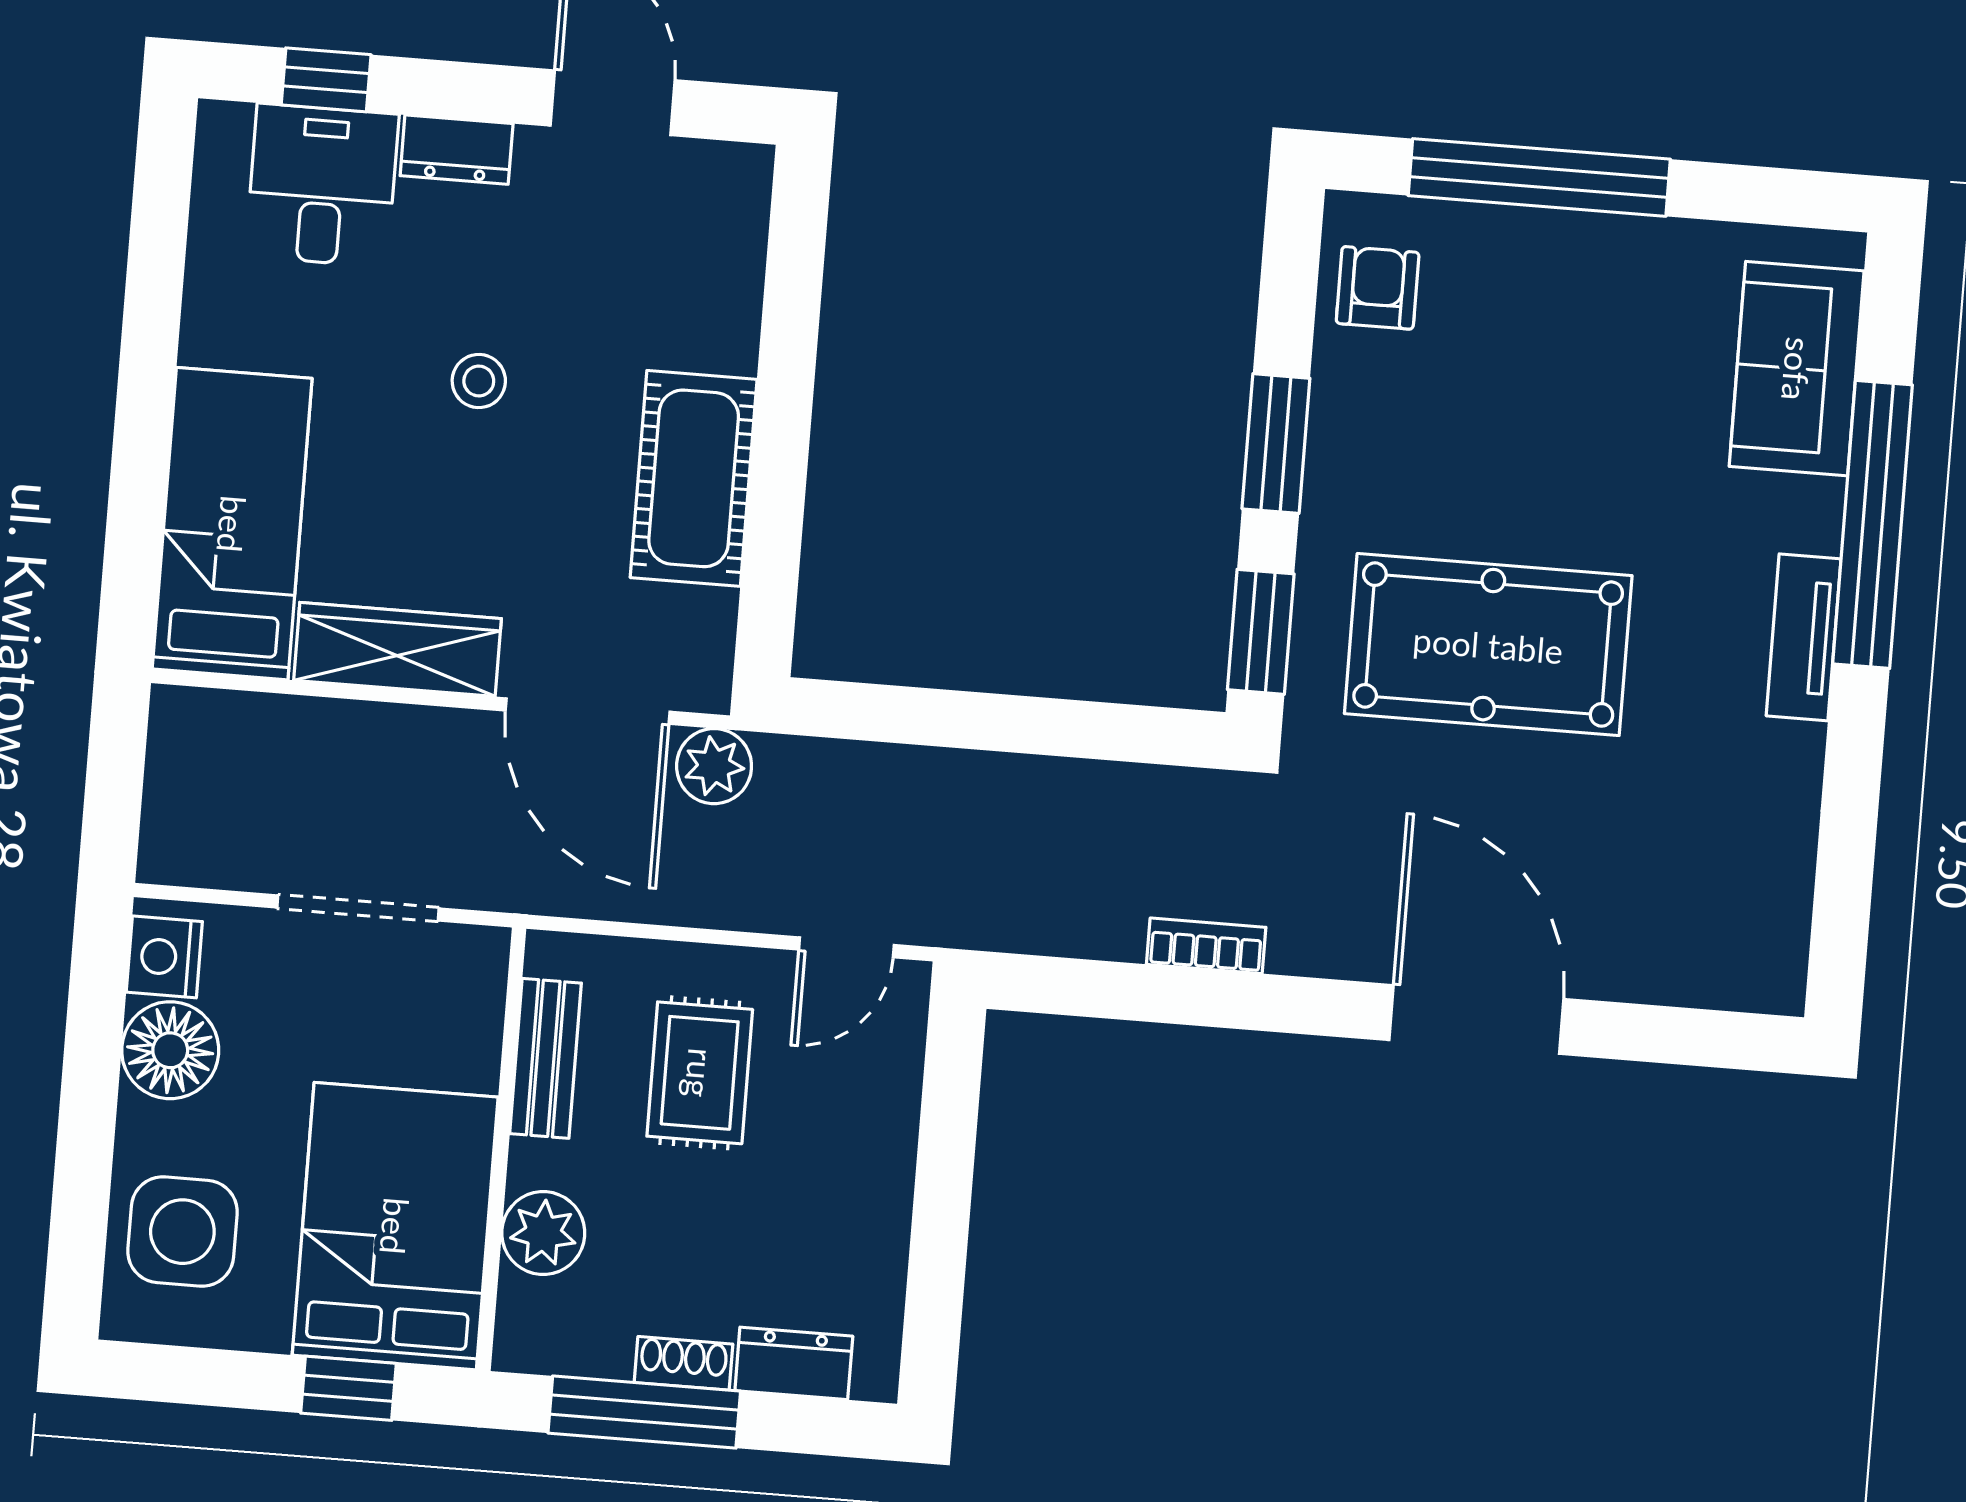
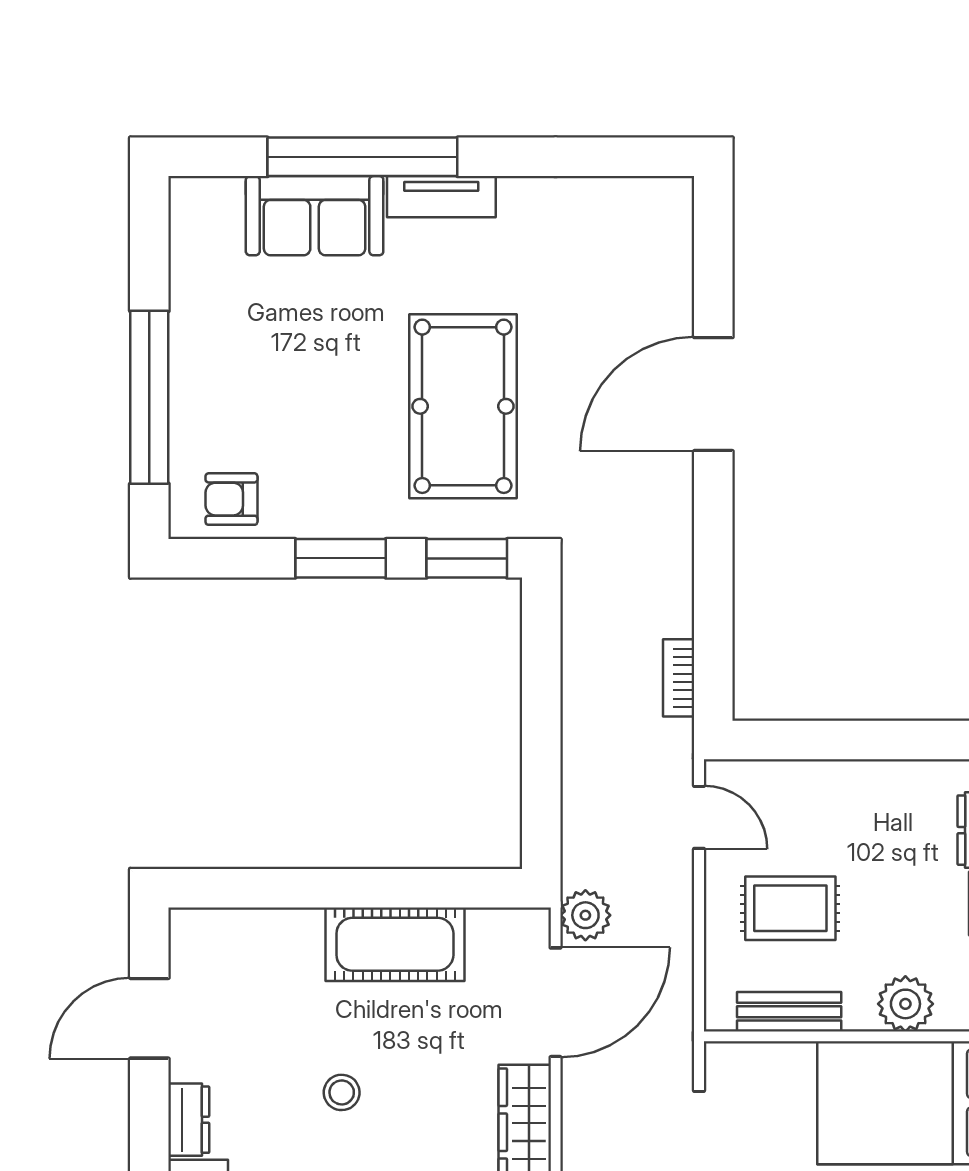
sofa: (1797, 369) -> (315, 216), moved
bookcase: (1206, 946) -> (679, 678), moved

